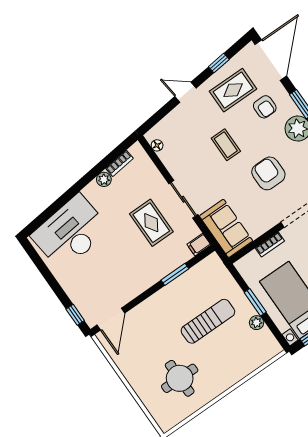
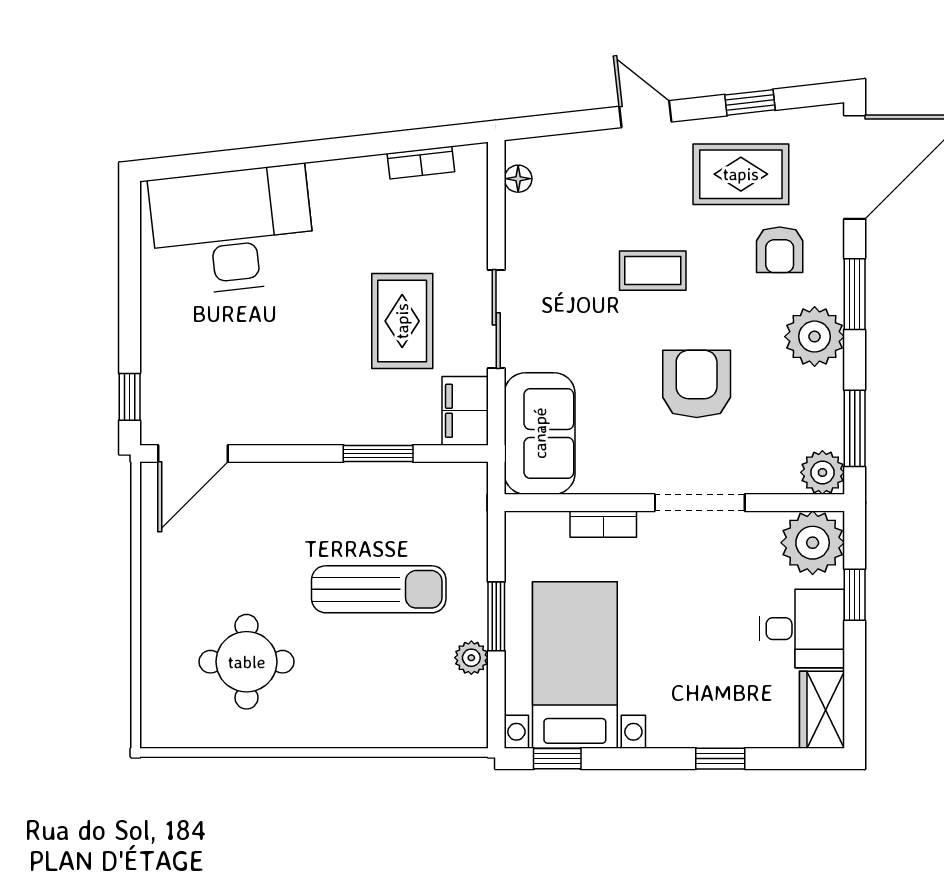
coffee table: (226, 145) -> (653, 271), turned 90
plant: (104, 179) -> (369, 173), removed
filing cabinet: (199, 245) -> (465, 411), width x2.00

